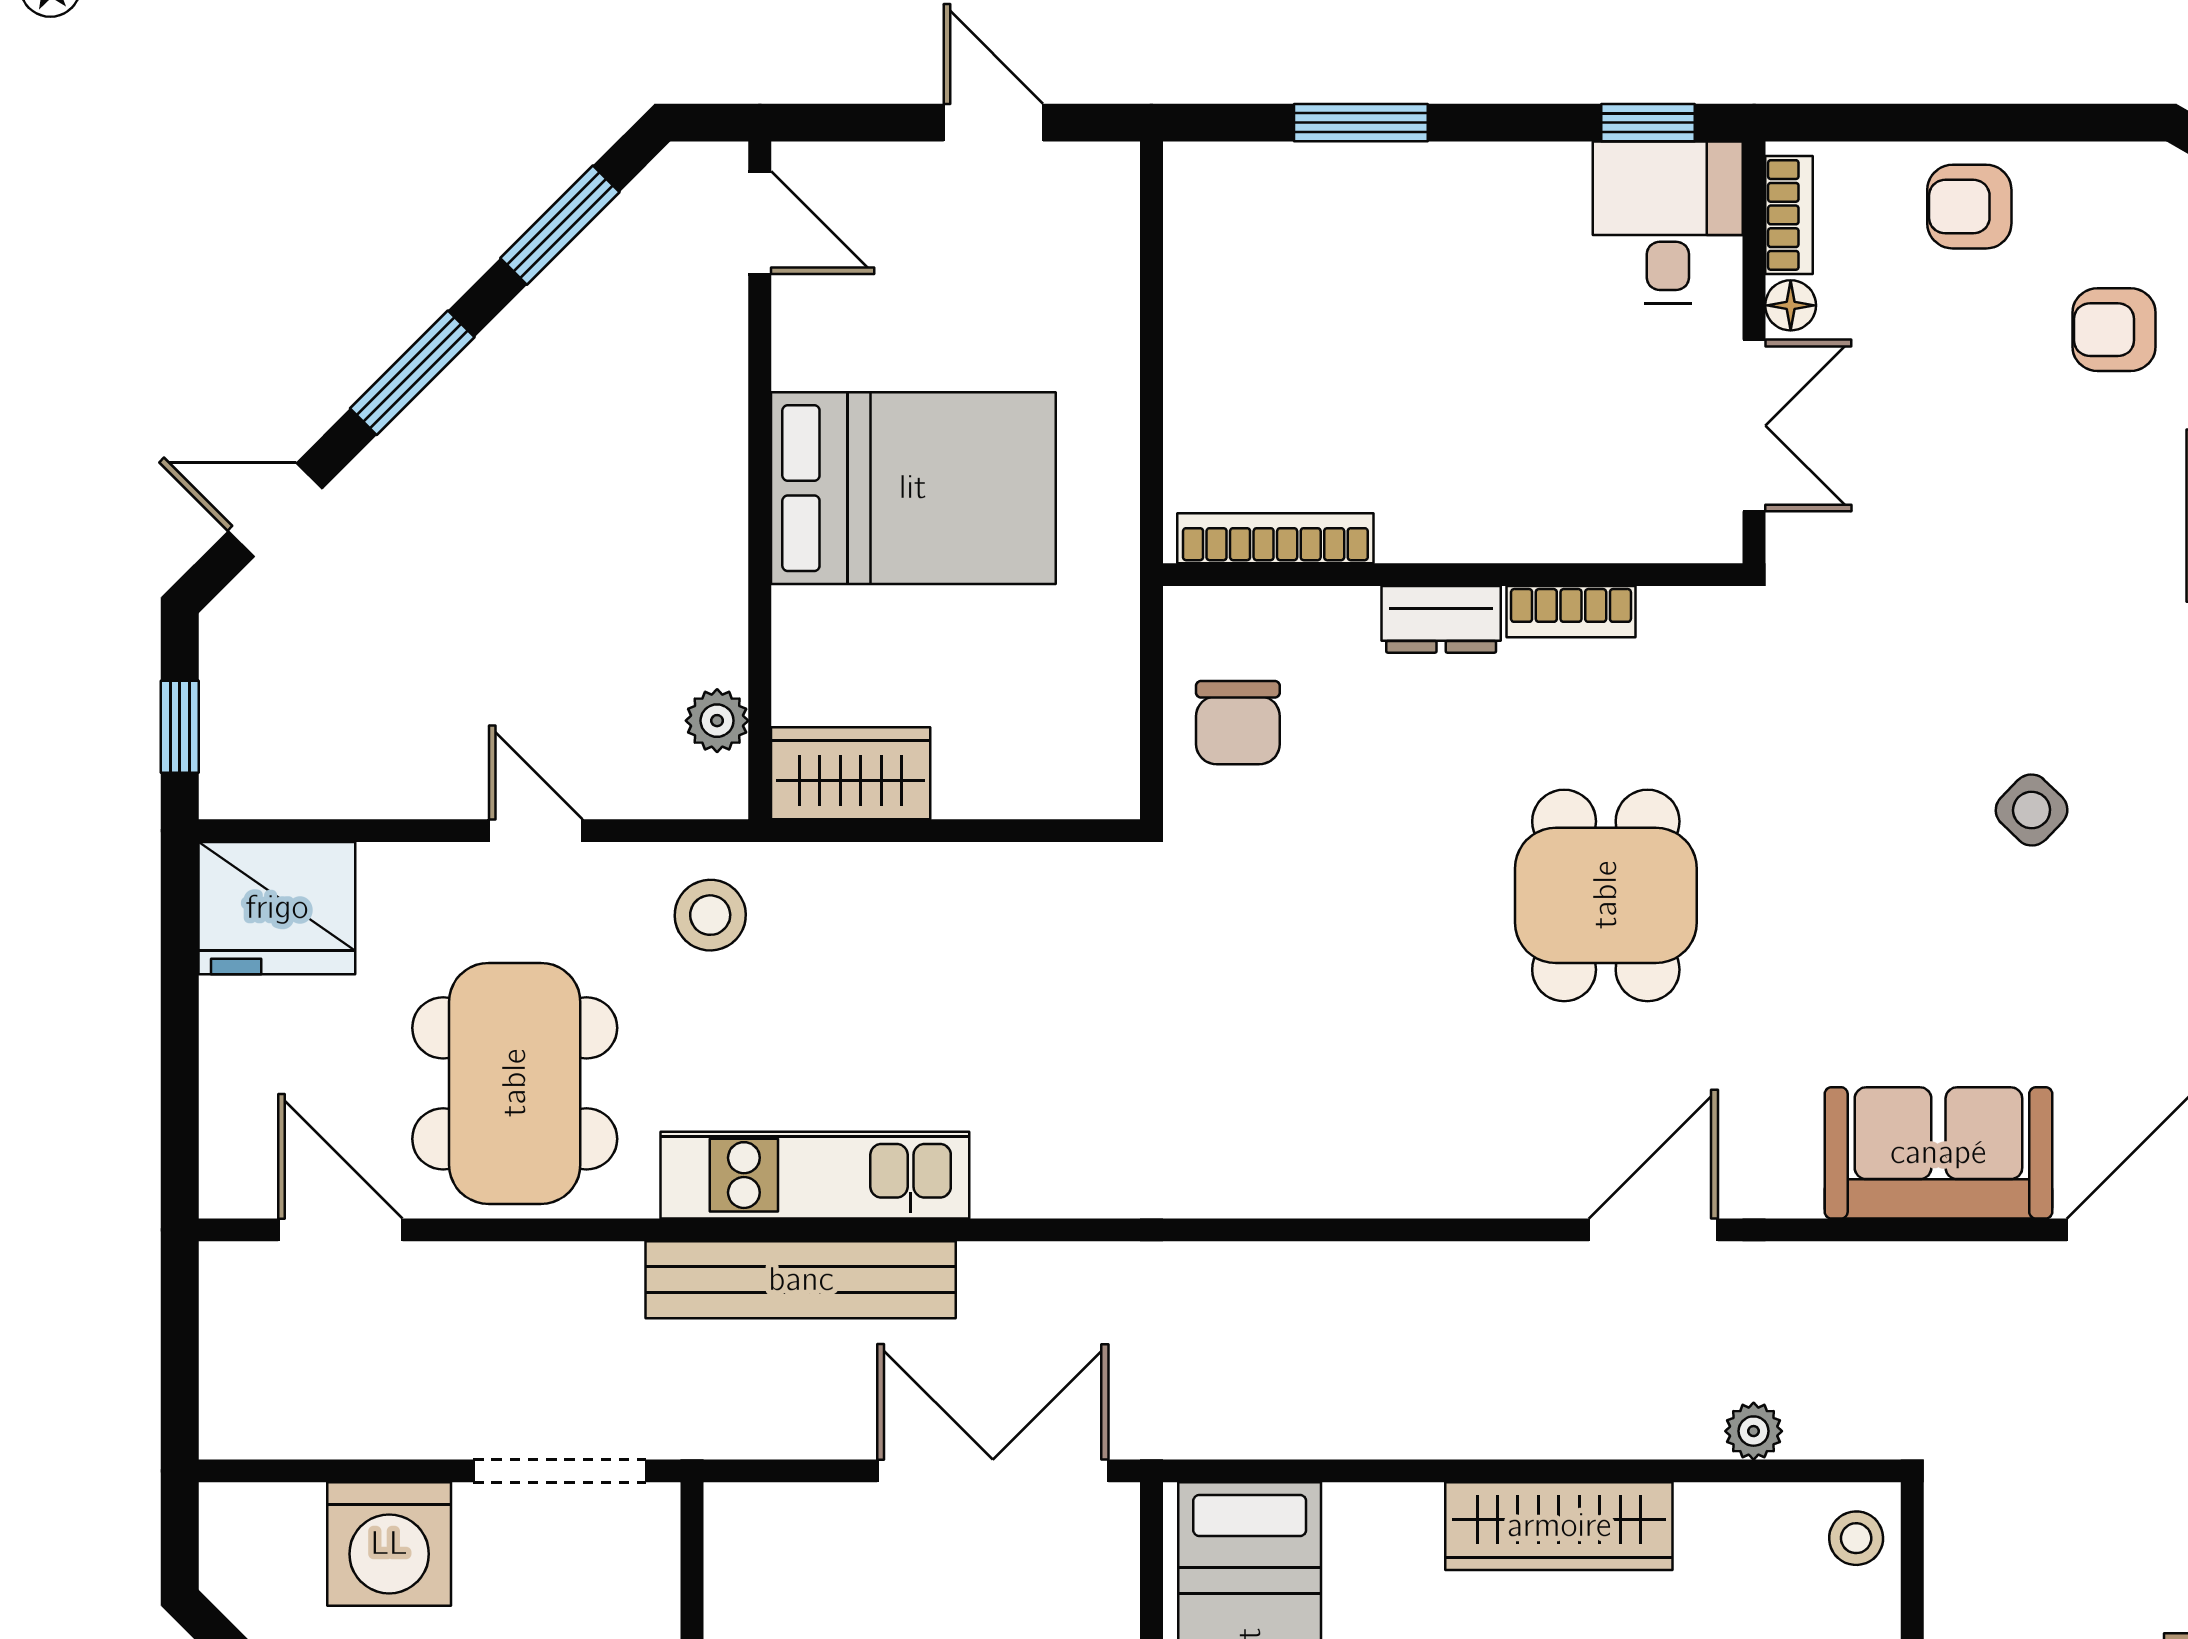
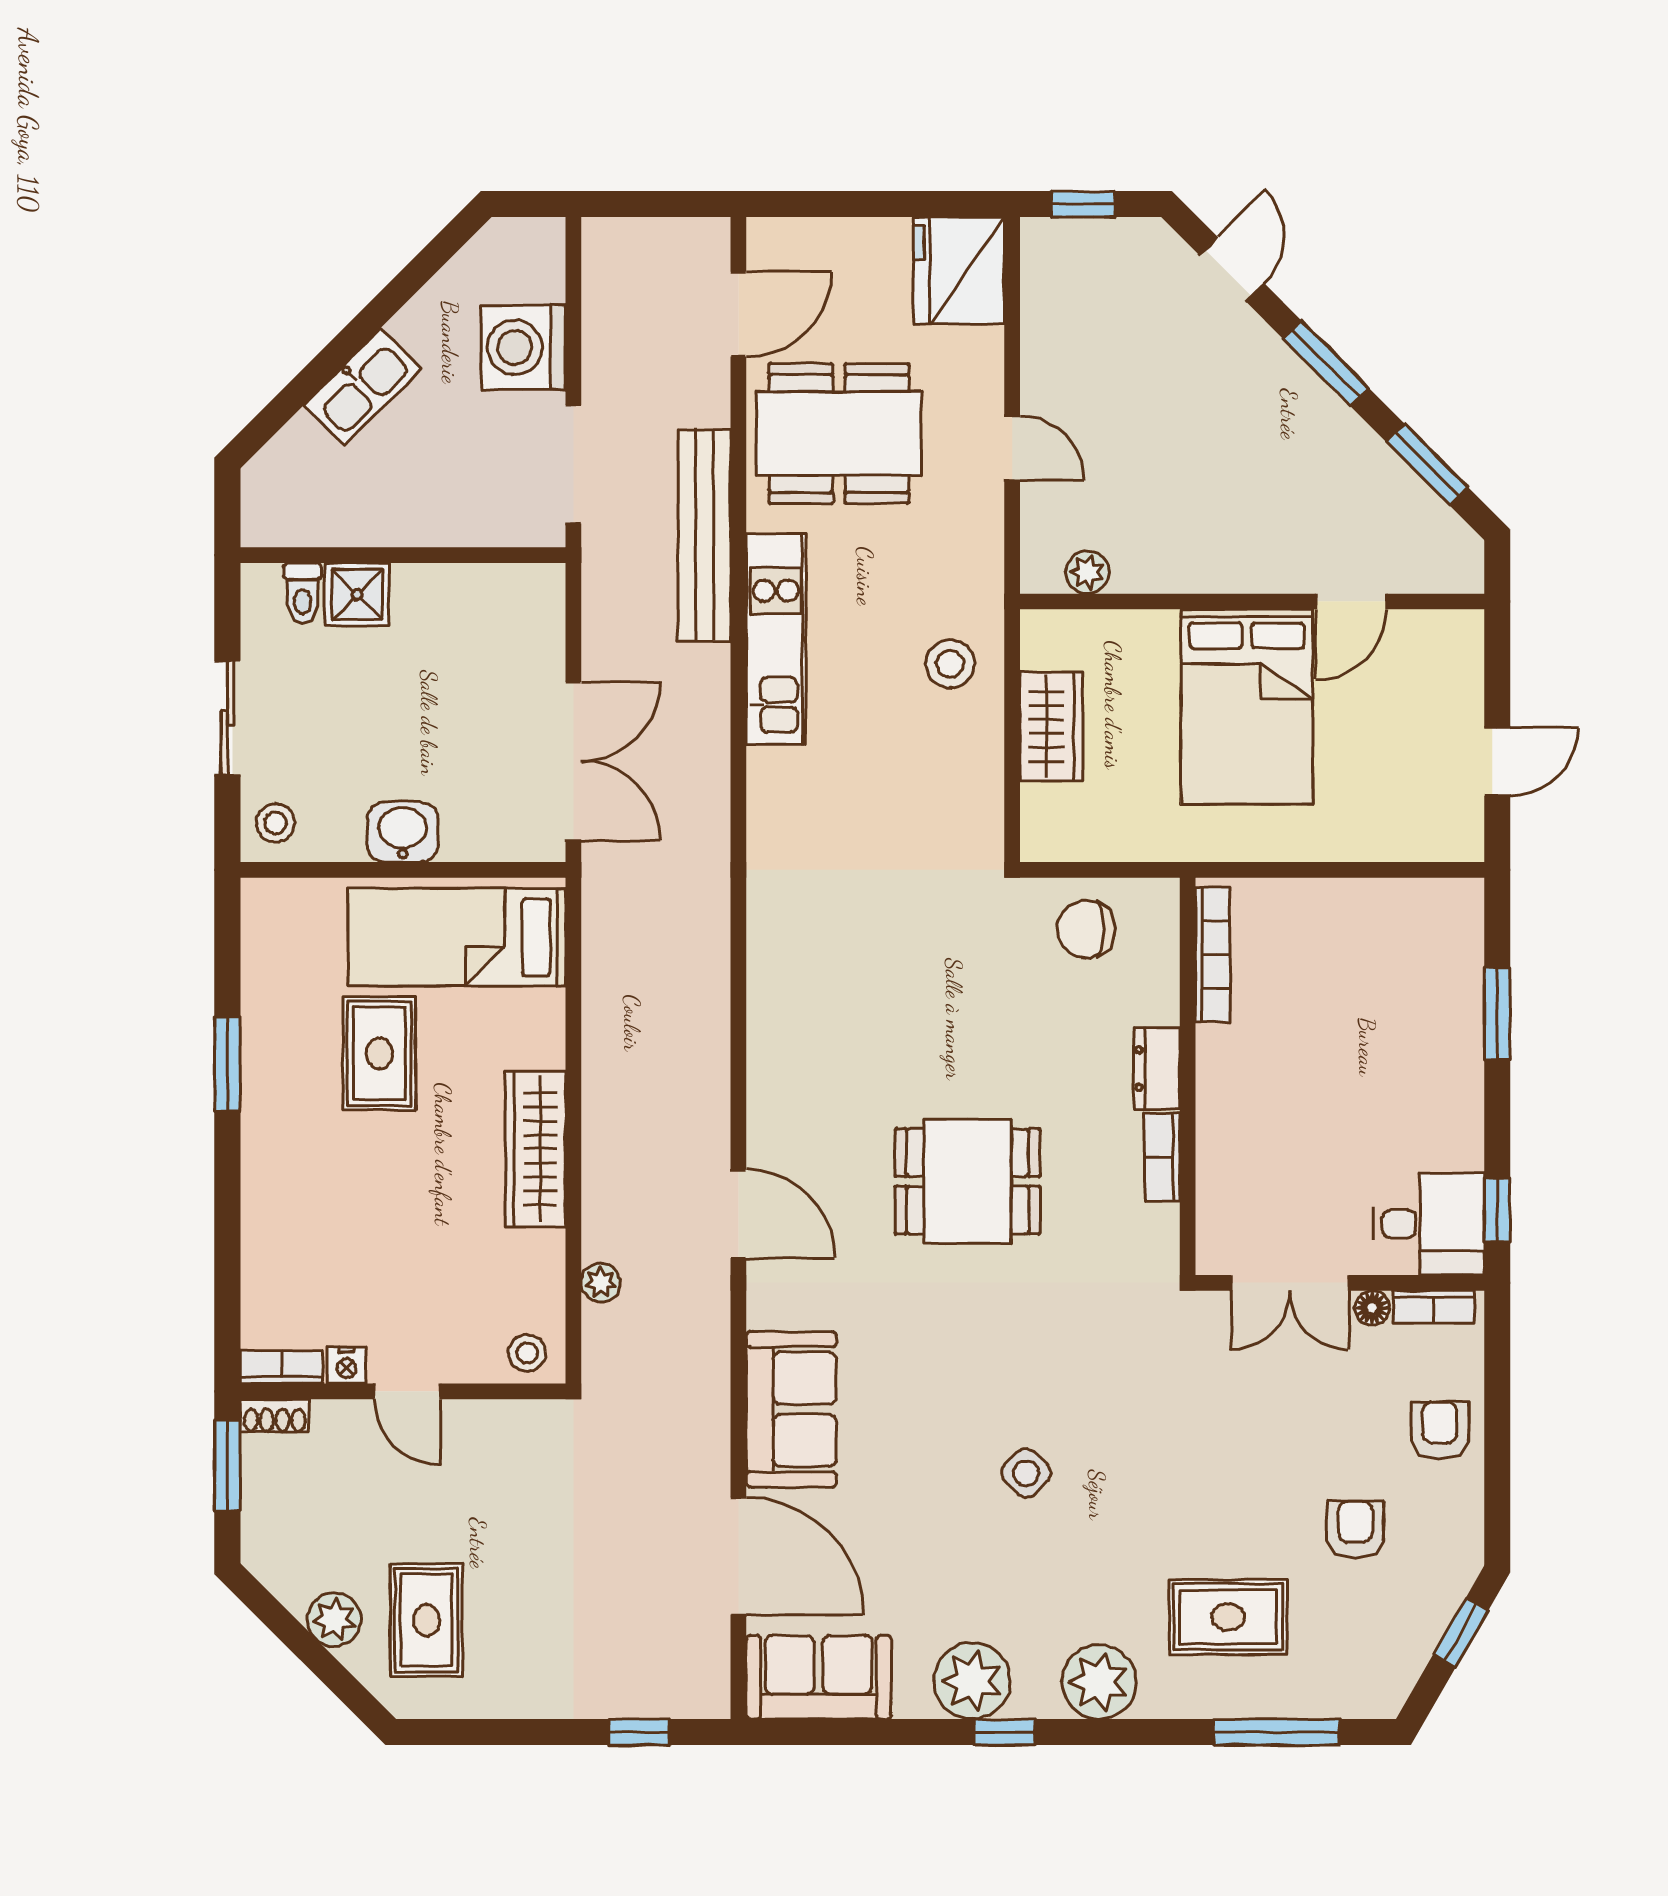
door: (760, 223) -> (1351, 601), moved
wardrobe: (851, 773) -> (1051, 726), moved
door: (536, 831) -> (1012, 448), hinge flipped
stool: (710, 915) -> (950, 664), moved
bench: (801, 1280) -> (704, 536), moved

